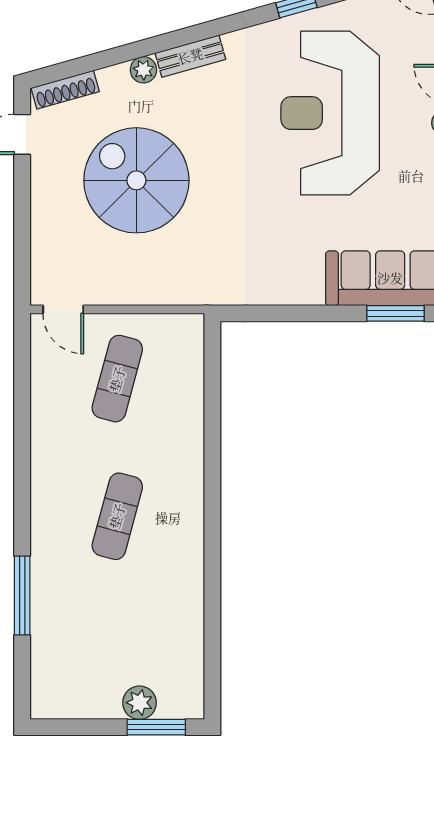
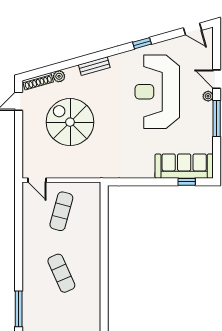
plant: (143, 70) -> (59, 76), moved
window: (396, 313) -> (187, 182), width x0.67
exercise mat: (117, 516) -> (61, 273), turned -39

